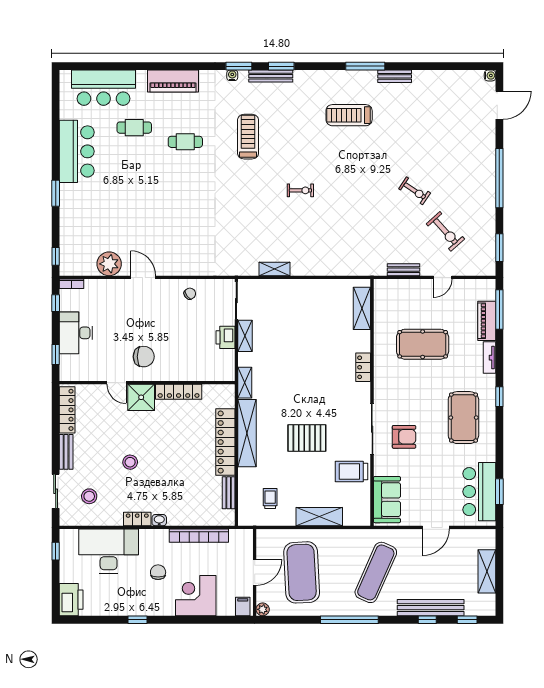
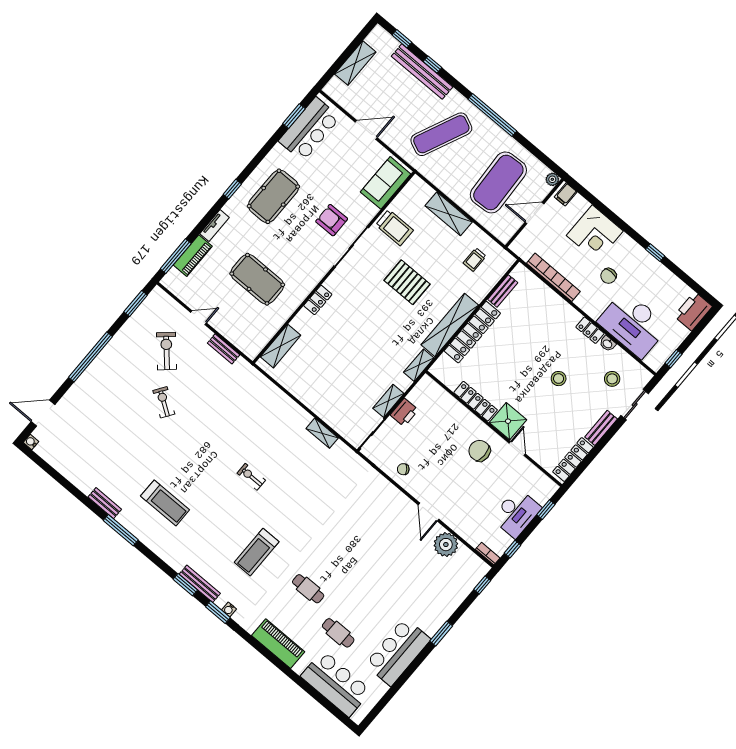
washbasin: (159, 520) -> (608, 344), moved

